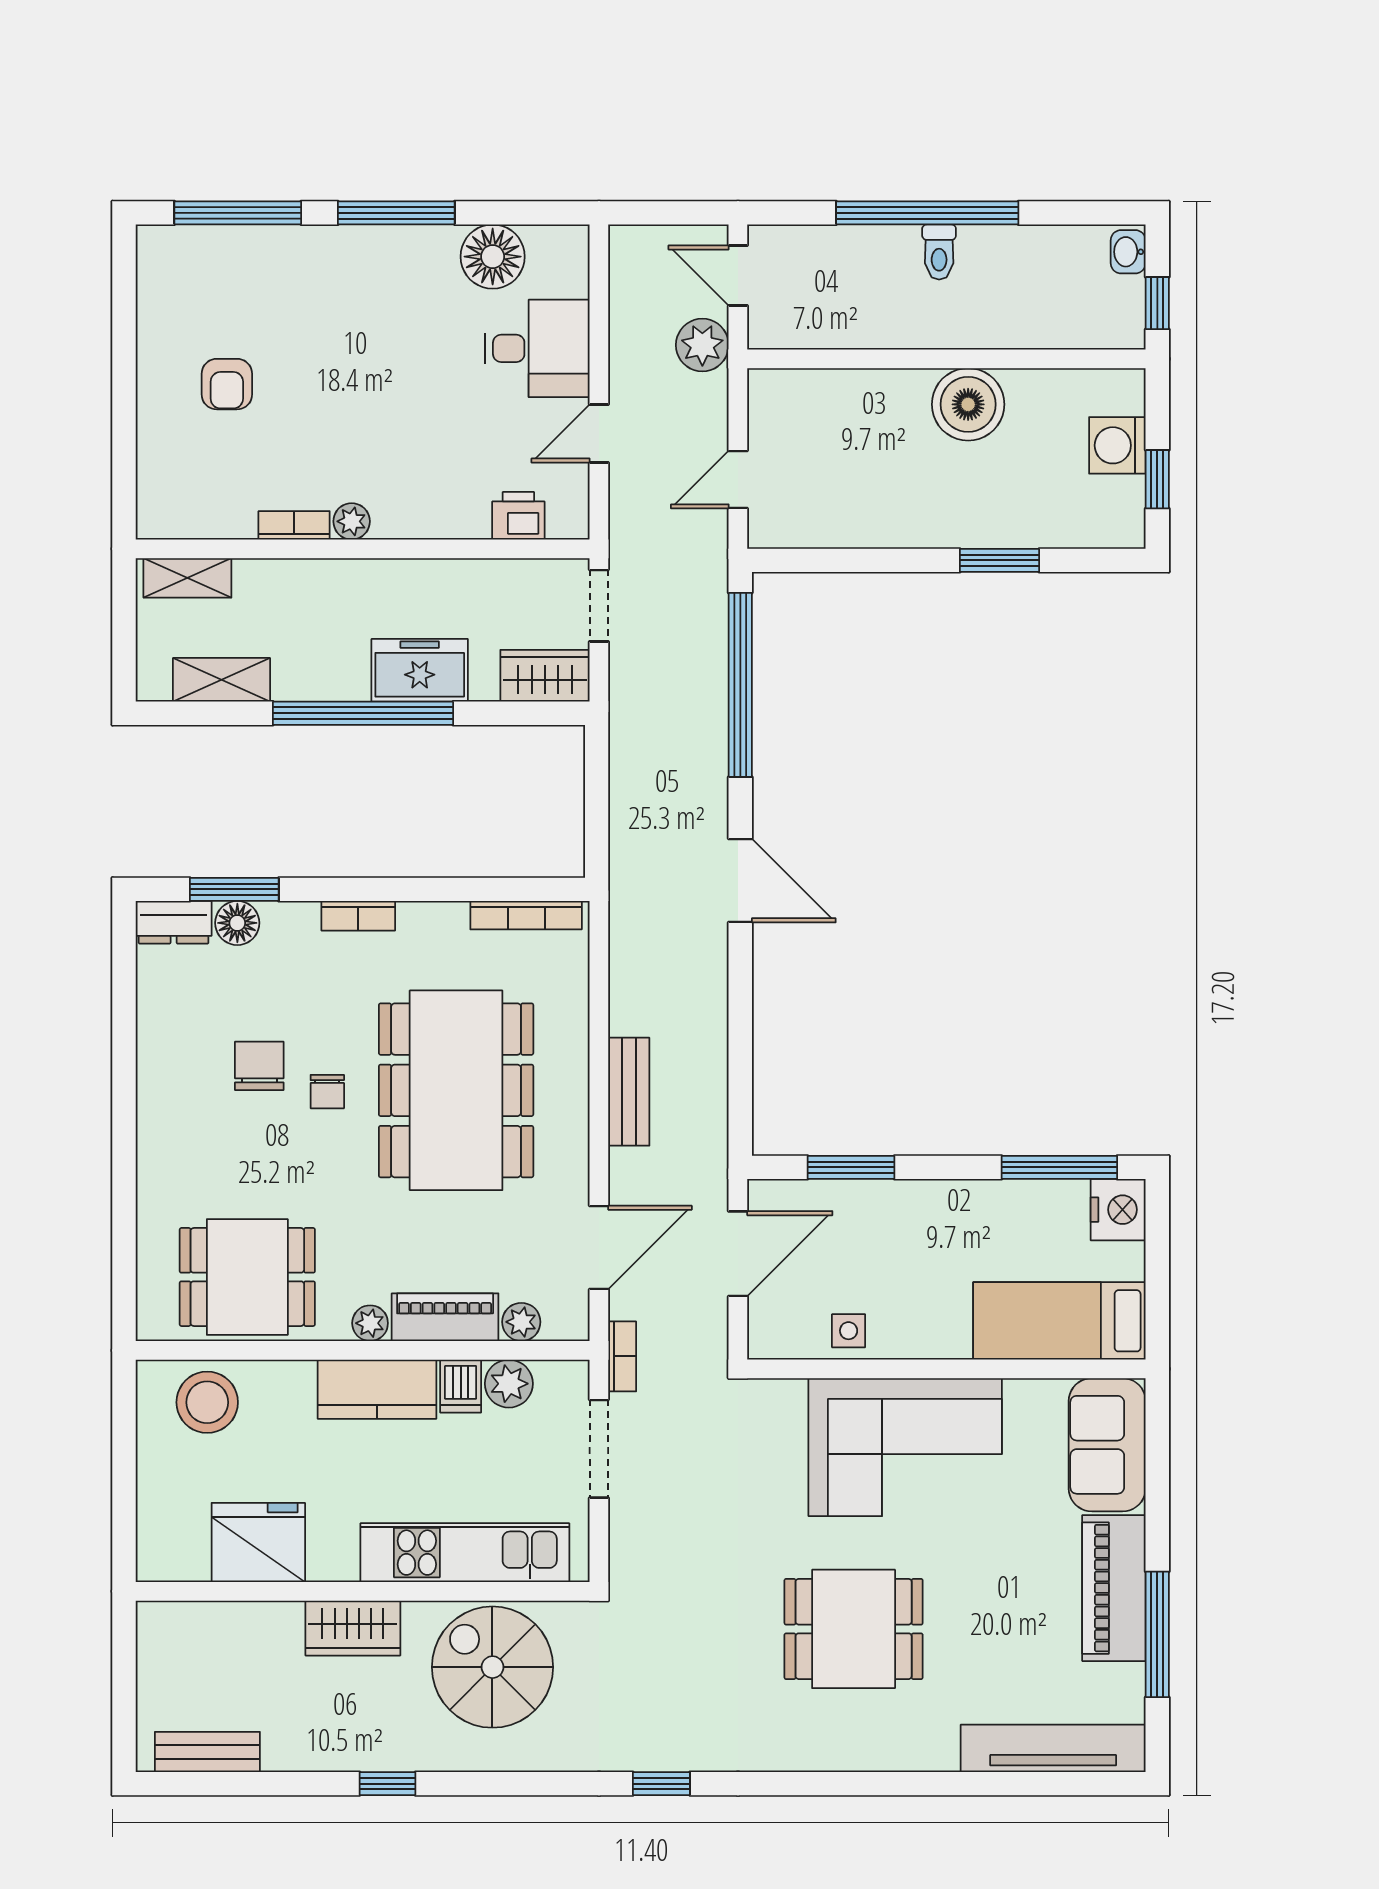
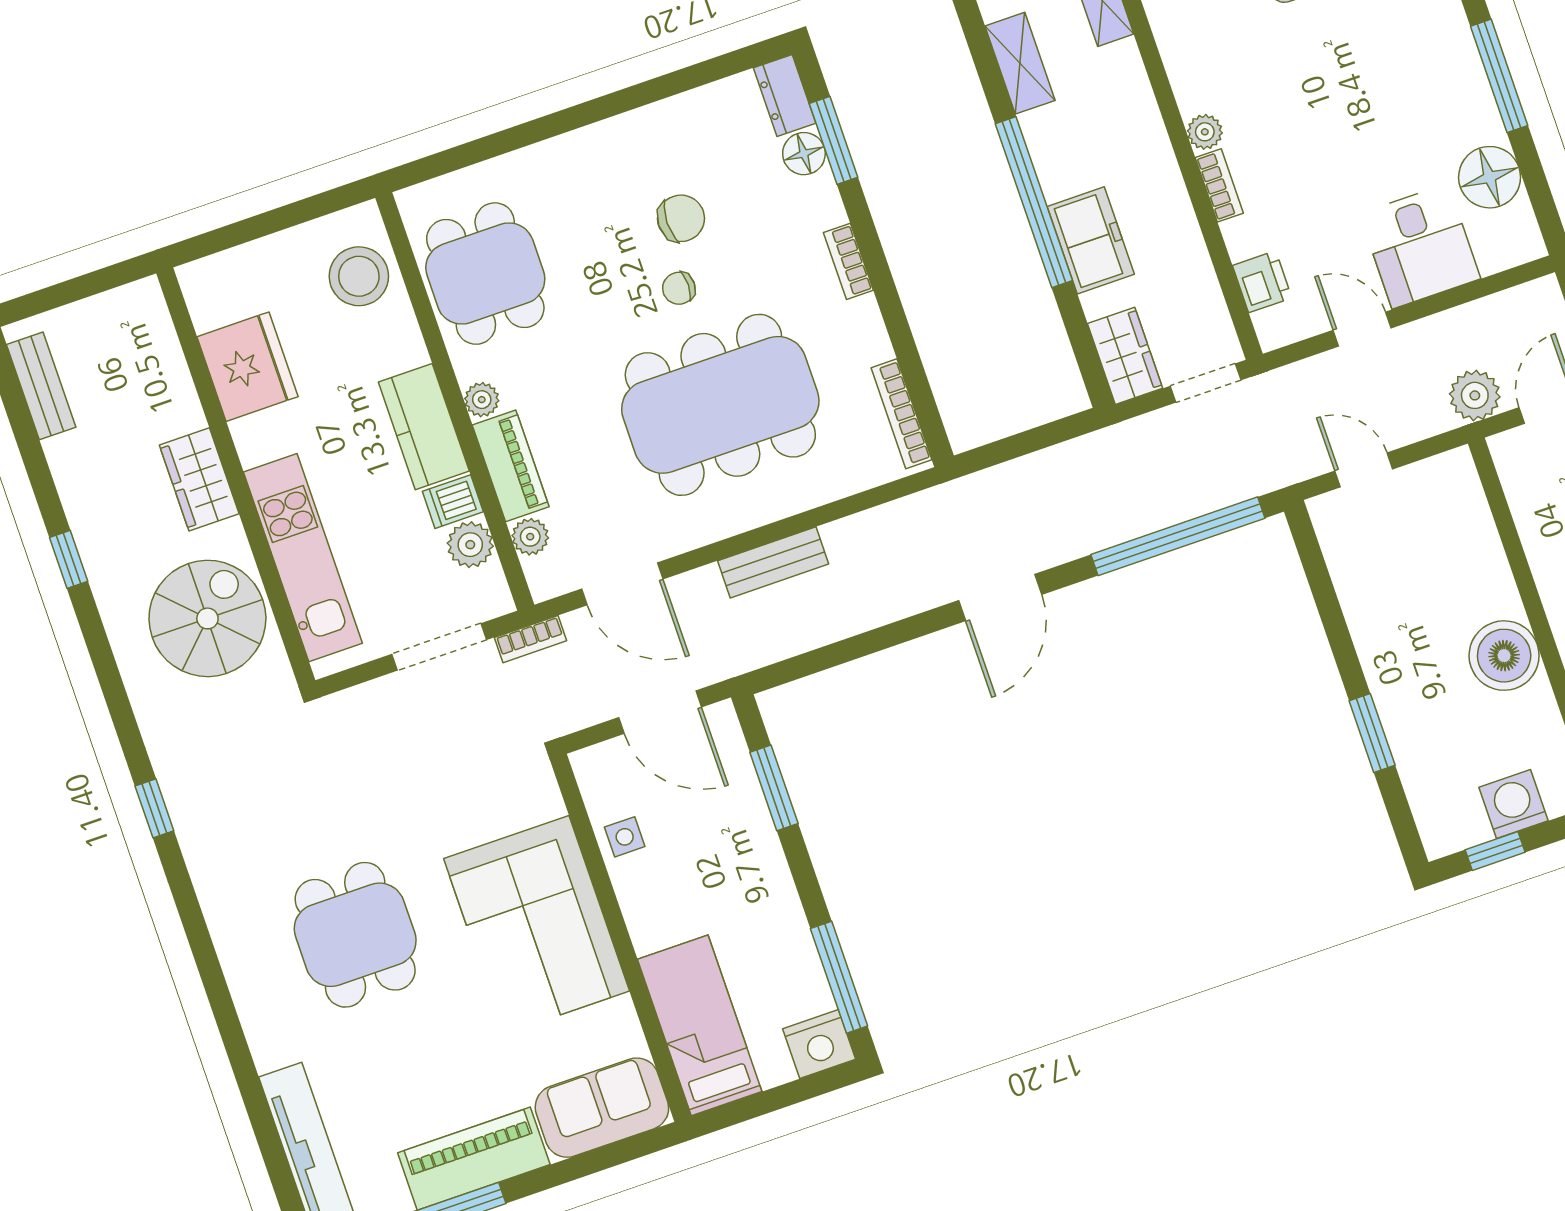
bookcase: (294, 525) -> (1219, 185), moved

